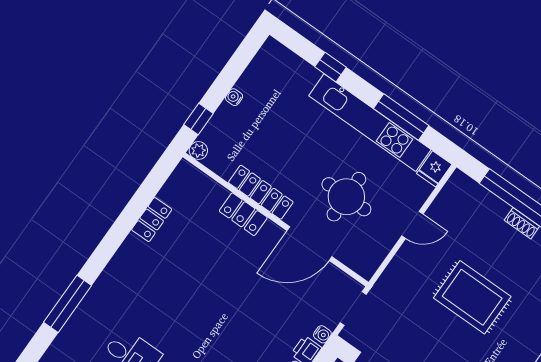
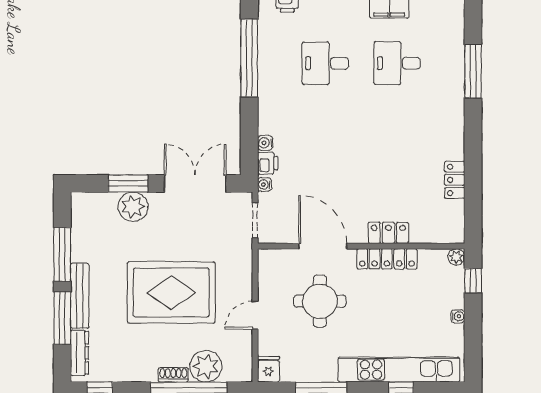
kitchen unit: (370, 123) -> (399, 370), moved
plant: (488, 211) -> (206, 366), added
door: (309, 244) -> (323, 246), hinge flipped
rug: (472, 297) -> (171, 293), width x1.37, depth x1.44

